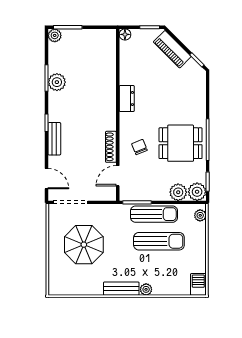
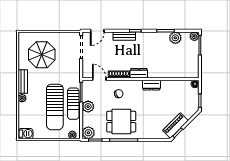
piano: (172, 49) -> (175, 126), moved
plant: (57, 82) -> (175, 38), moved
dresser: (109, 117) -> (139, 73), added
dining table: (181, 143) -> (121, 122), turned 90
plant: (178, 192) -> (88, 107), moved
sun lounger: (159, 241) -> (55, 107), width x1.36, depth x1.34
parasol: (84, 245) -> (42, 55), moved

